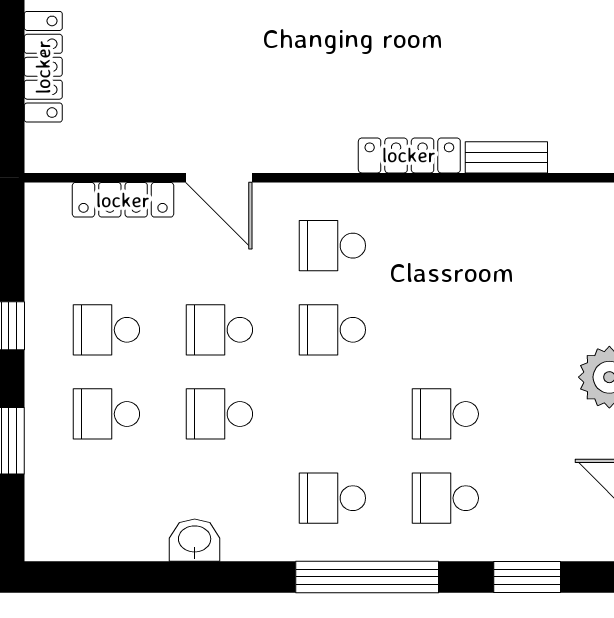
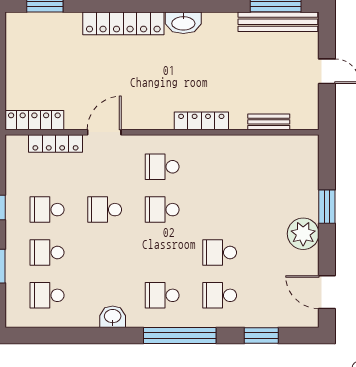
locker: (43, 67) -> (34, 120), moved, turned -90
bench: (506, 157) -> (269, 122), moved
door: (219, 178) -> (104, 132), swing flipped
school desk: (219, 414) -> (47, 295), moved
washbasin: (195, 540) -> (113, 317), moved

